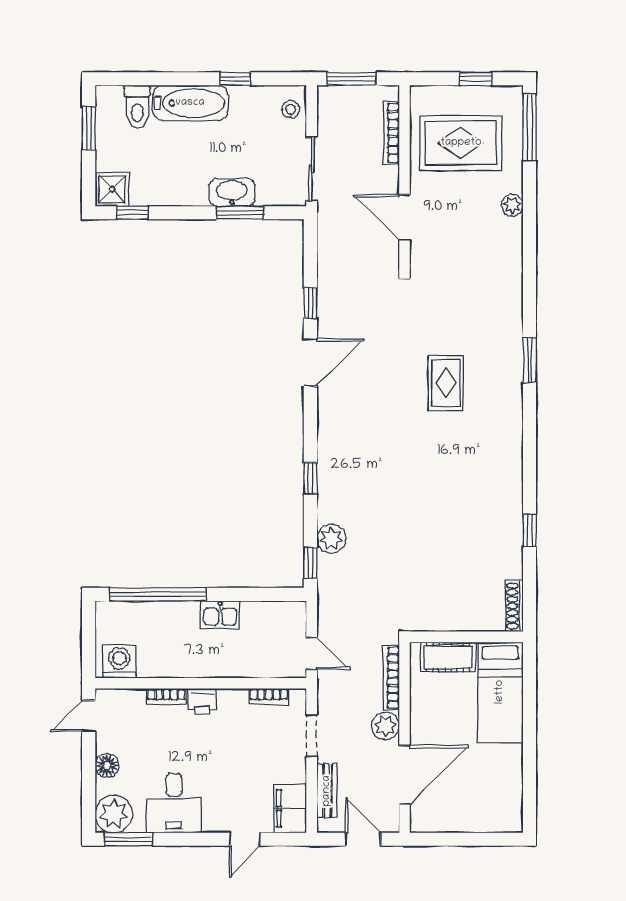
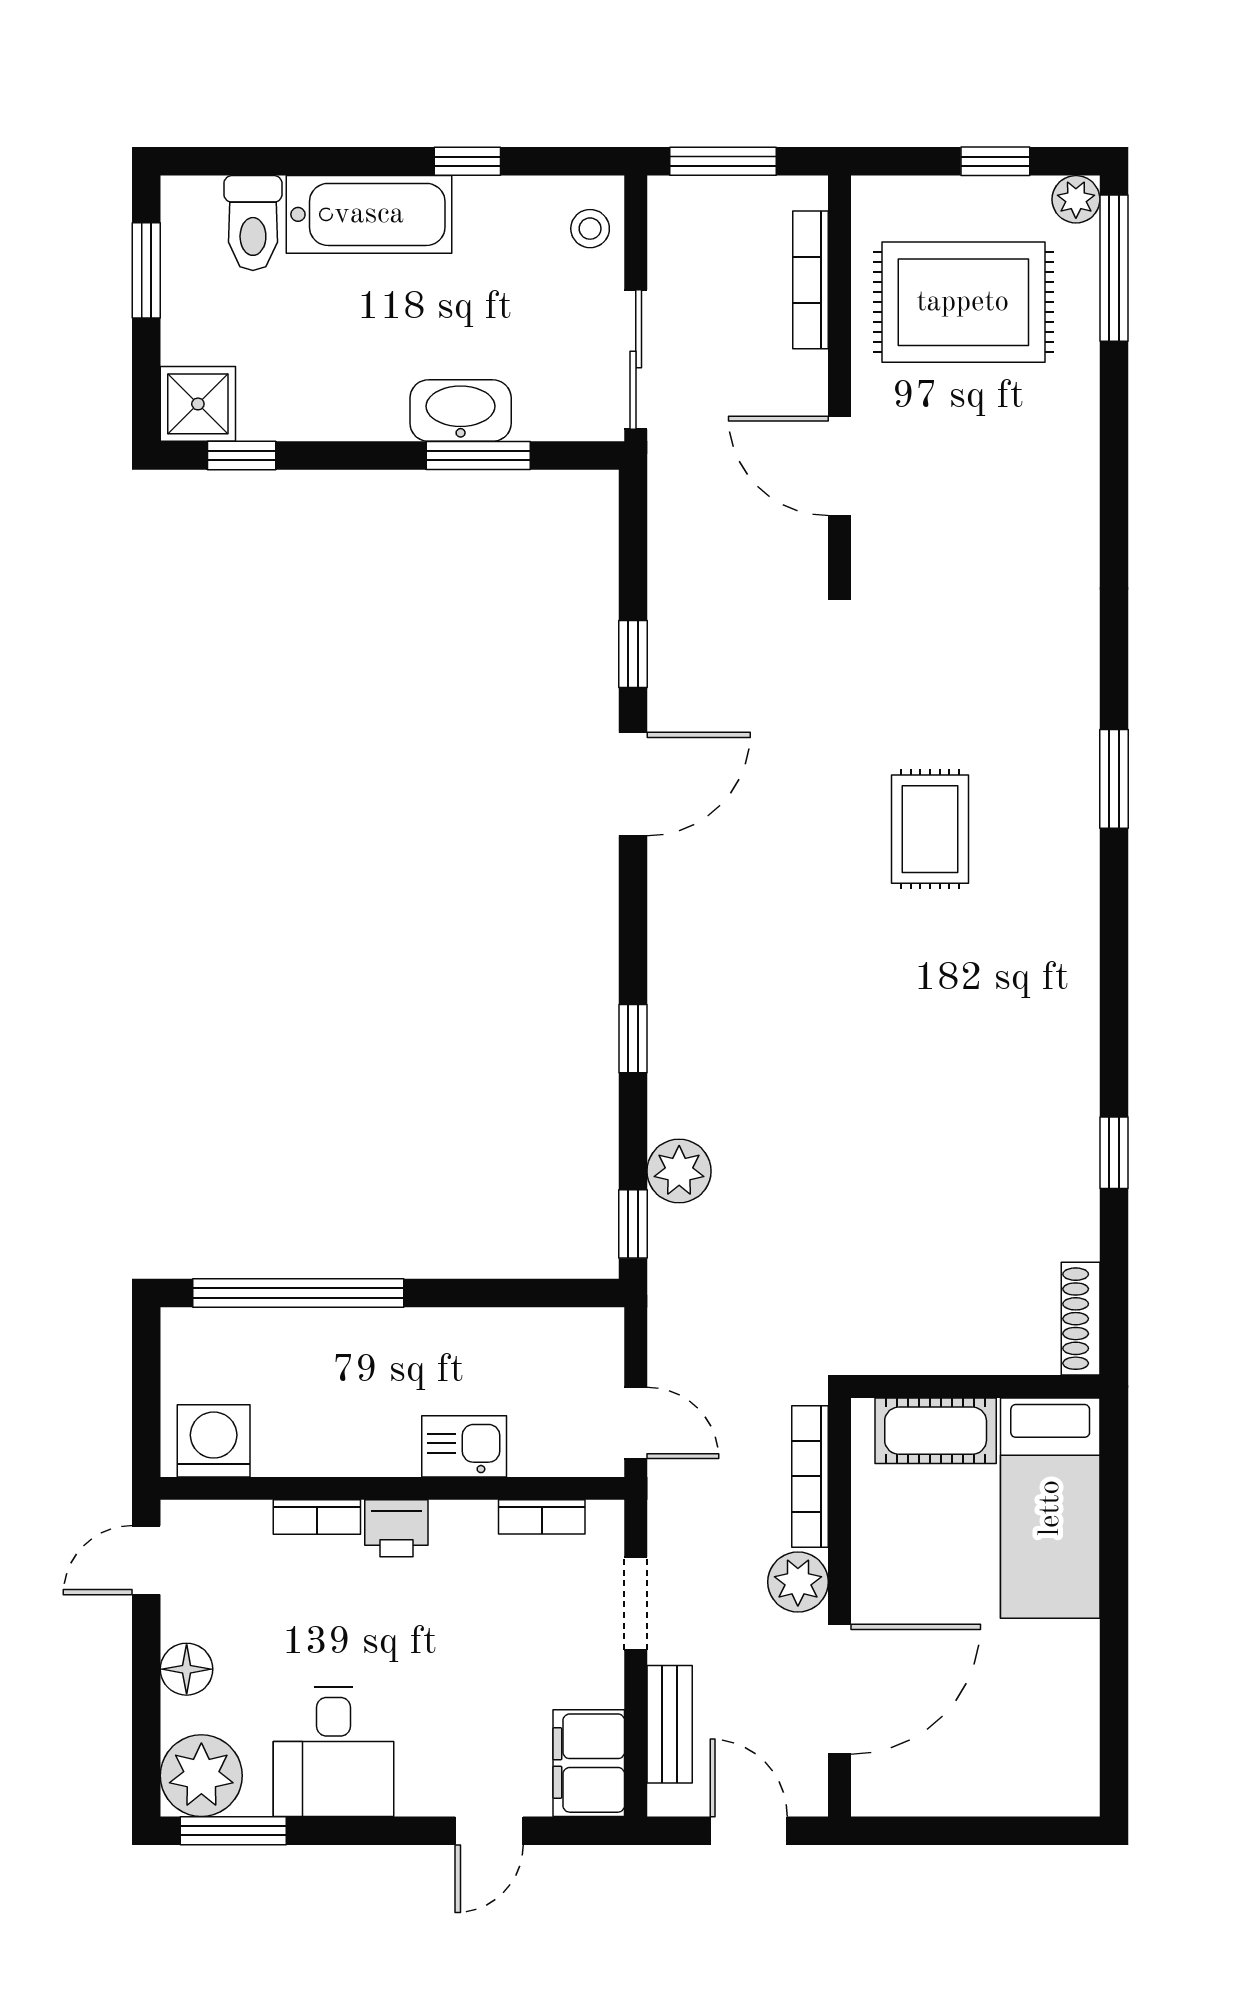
plant: (512, 205) -> (1076, 199), moved
kitchen sink: (220, 615) -> (464, 1446), moved, turned 180

